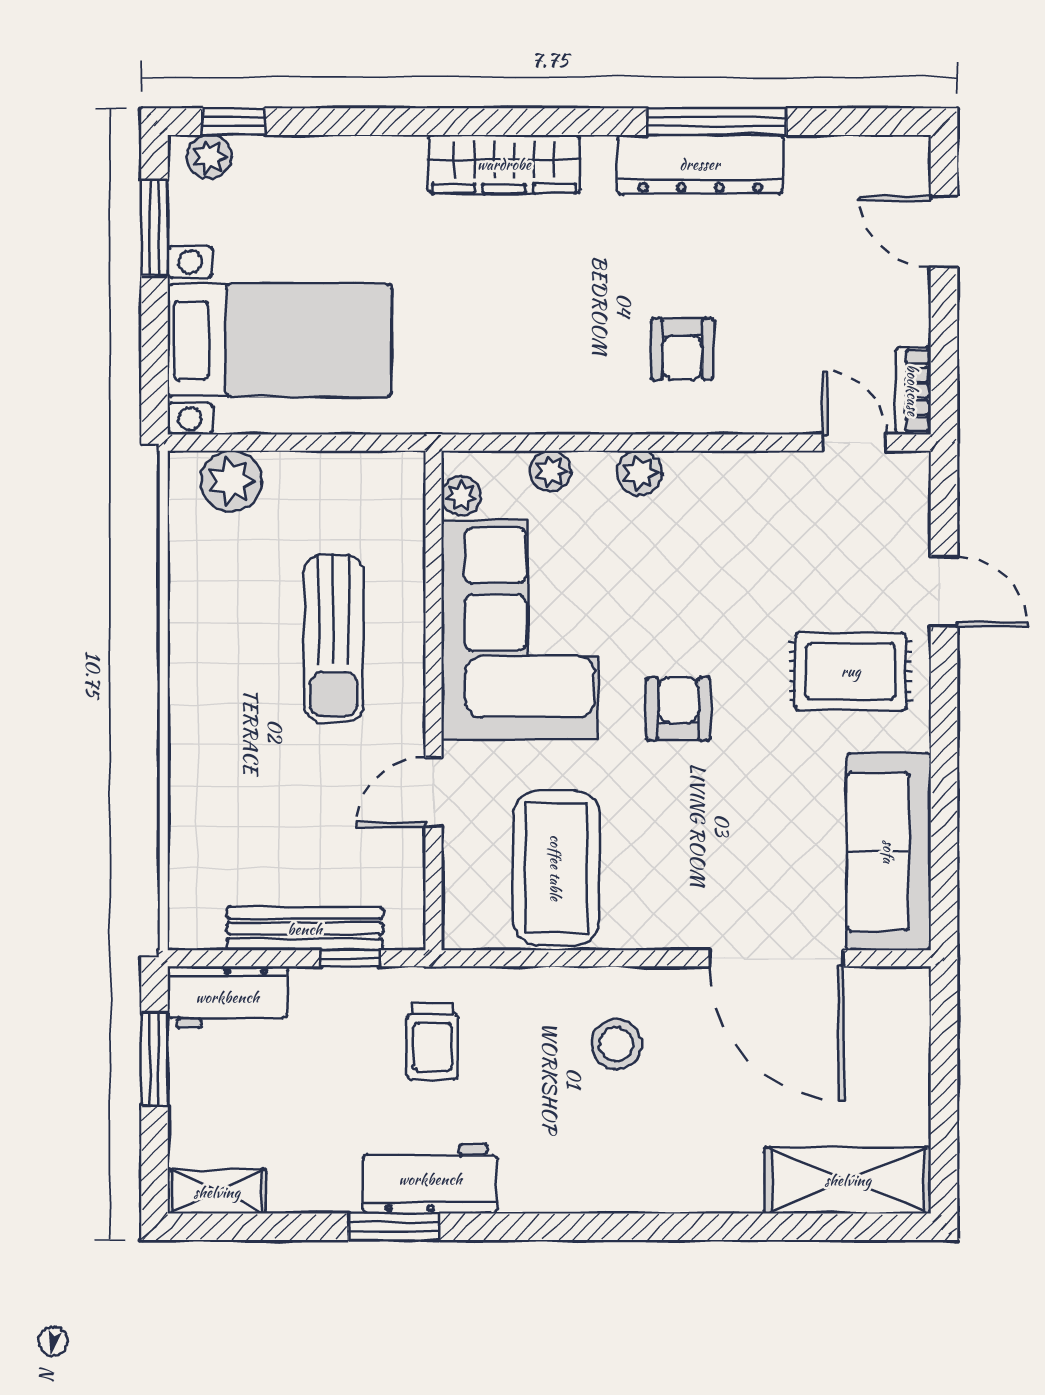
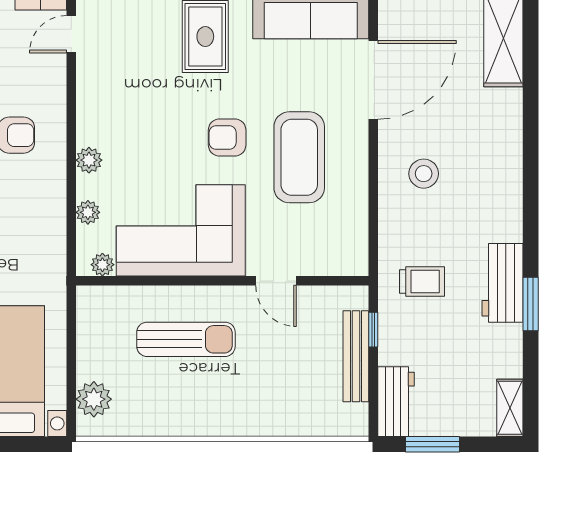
coffee table: (556, 868) -> (299, 157), moved, turned 90

